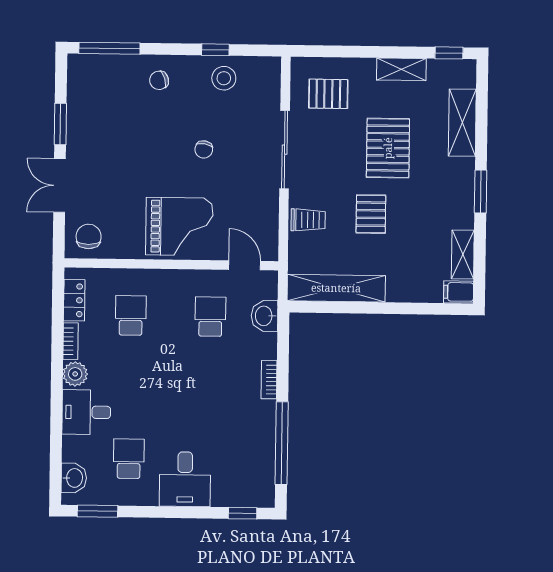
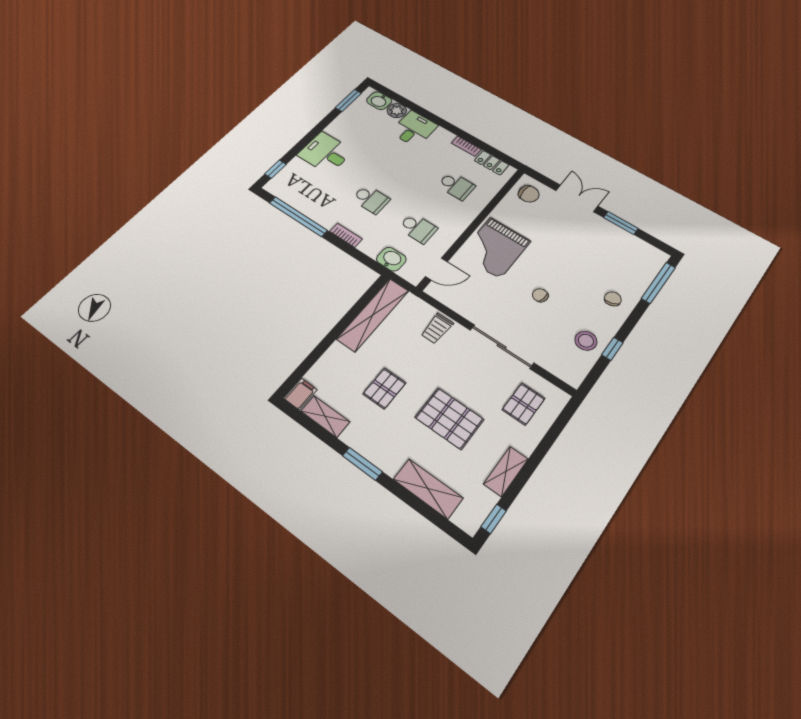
pallet: (371, 214) -> (384, 388), moved, turned 90
plant: (75, 374) -> (397, 111), moved
school desk: (129, 459) -> (371, 199), moved

